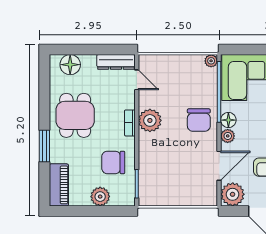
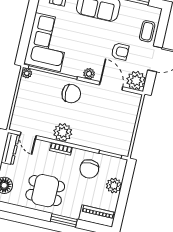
door: (137, 80) -> (28, 135), swing flipped
floor lamp: (228, 120) -> (77, 70), removed

